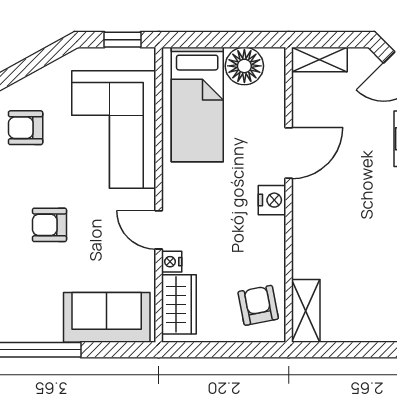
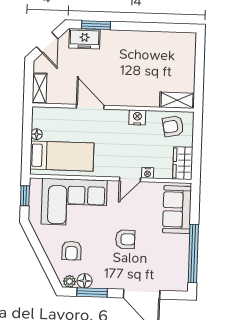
floor lamp: (244, 66) -> (37, 134), width x0.53, depth x0.53
nightstand: (272, 200) -> (137, 117), moved
armchair: (49, 225) -> (125, 239), turned -90
wardrobe: (179, 304) -> (183, 163), moved, turned -90

